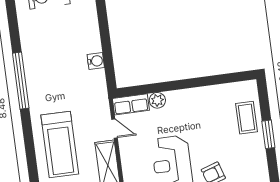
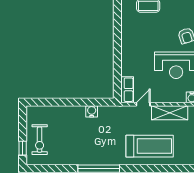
plant: (157, 100) -> (127, 70), removed

